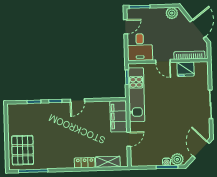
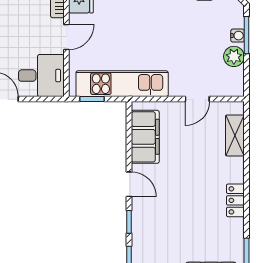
filing cabinet: (118, 116) -> (145, 137), moved, turned -90
door: (129, 139) -> (197, 99), swing flipped
plant: (177, 159) -> (234, 56), moved
locker: (85, 163) -> (235, 200), moved

